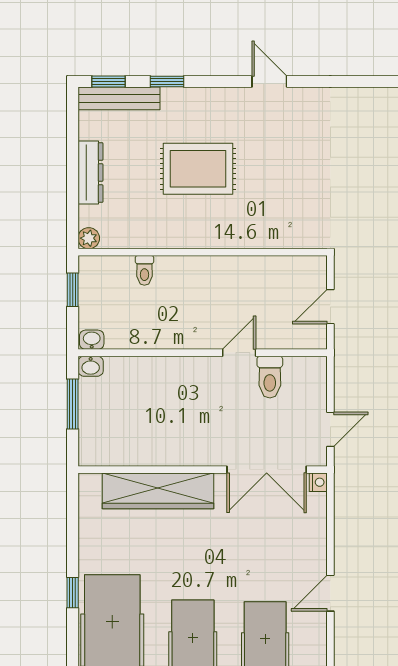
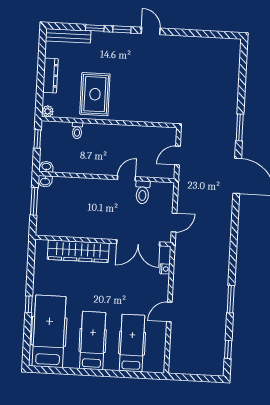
window: (109, 81) -> (122, 29), moved
rug: (198, 169) -> (95, 94), moved, turned 90
nightstand: (318, 482) -> (165, 269), moved

